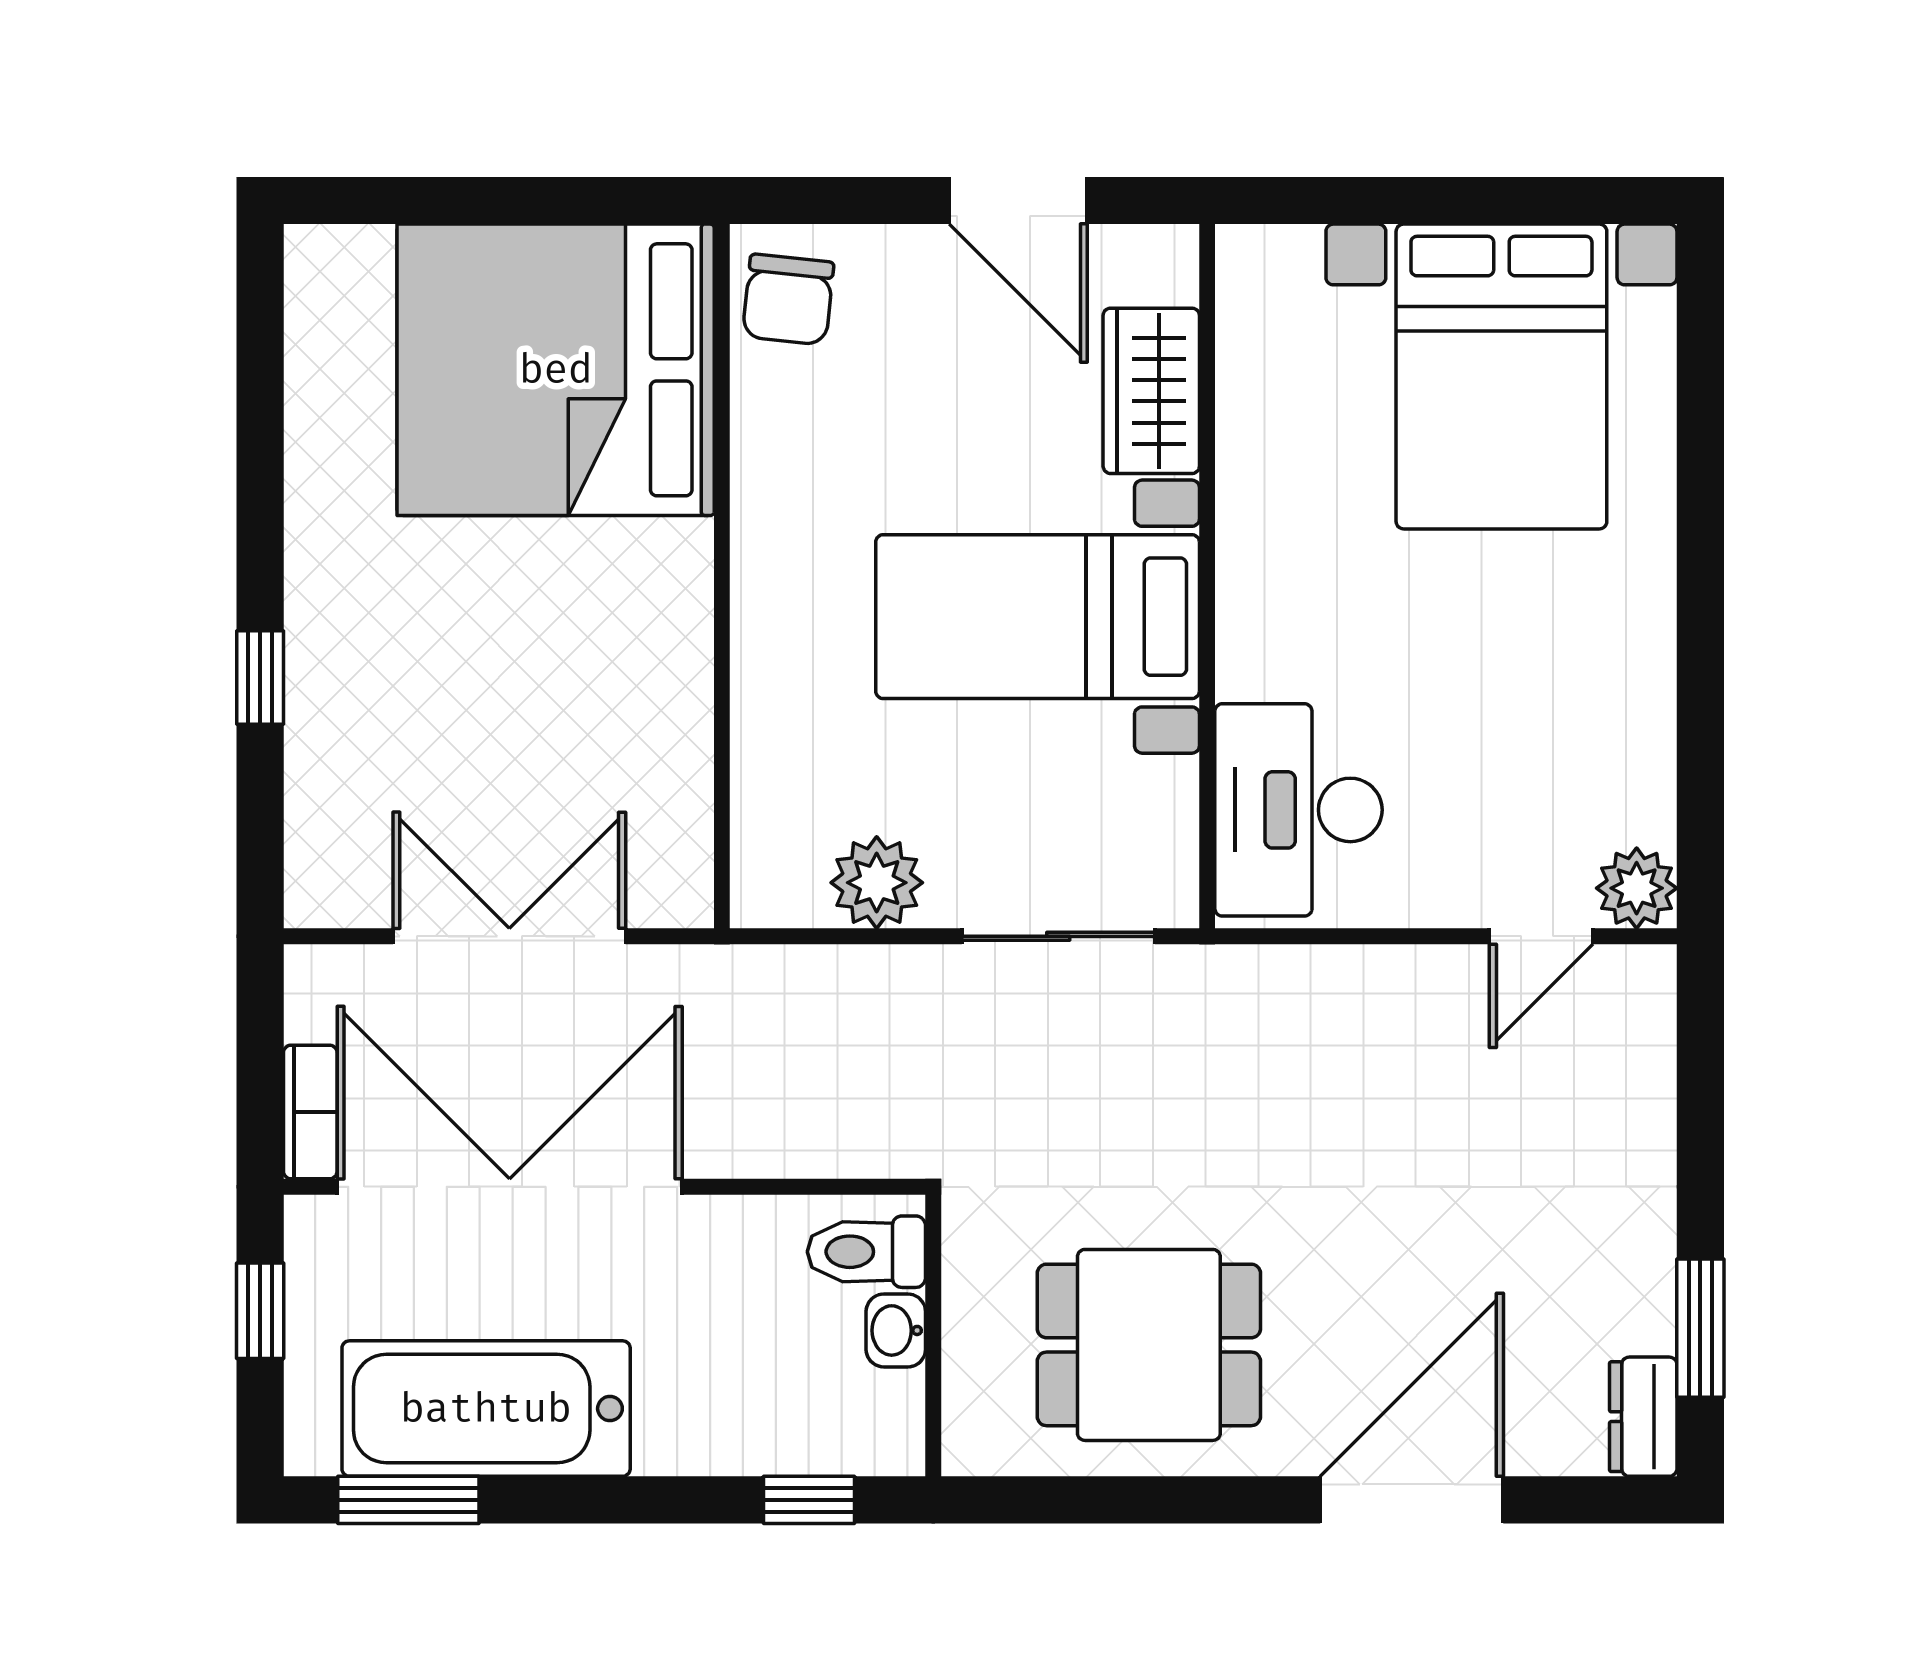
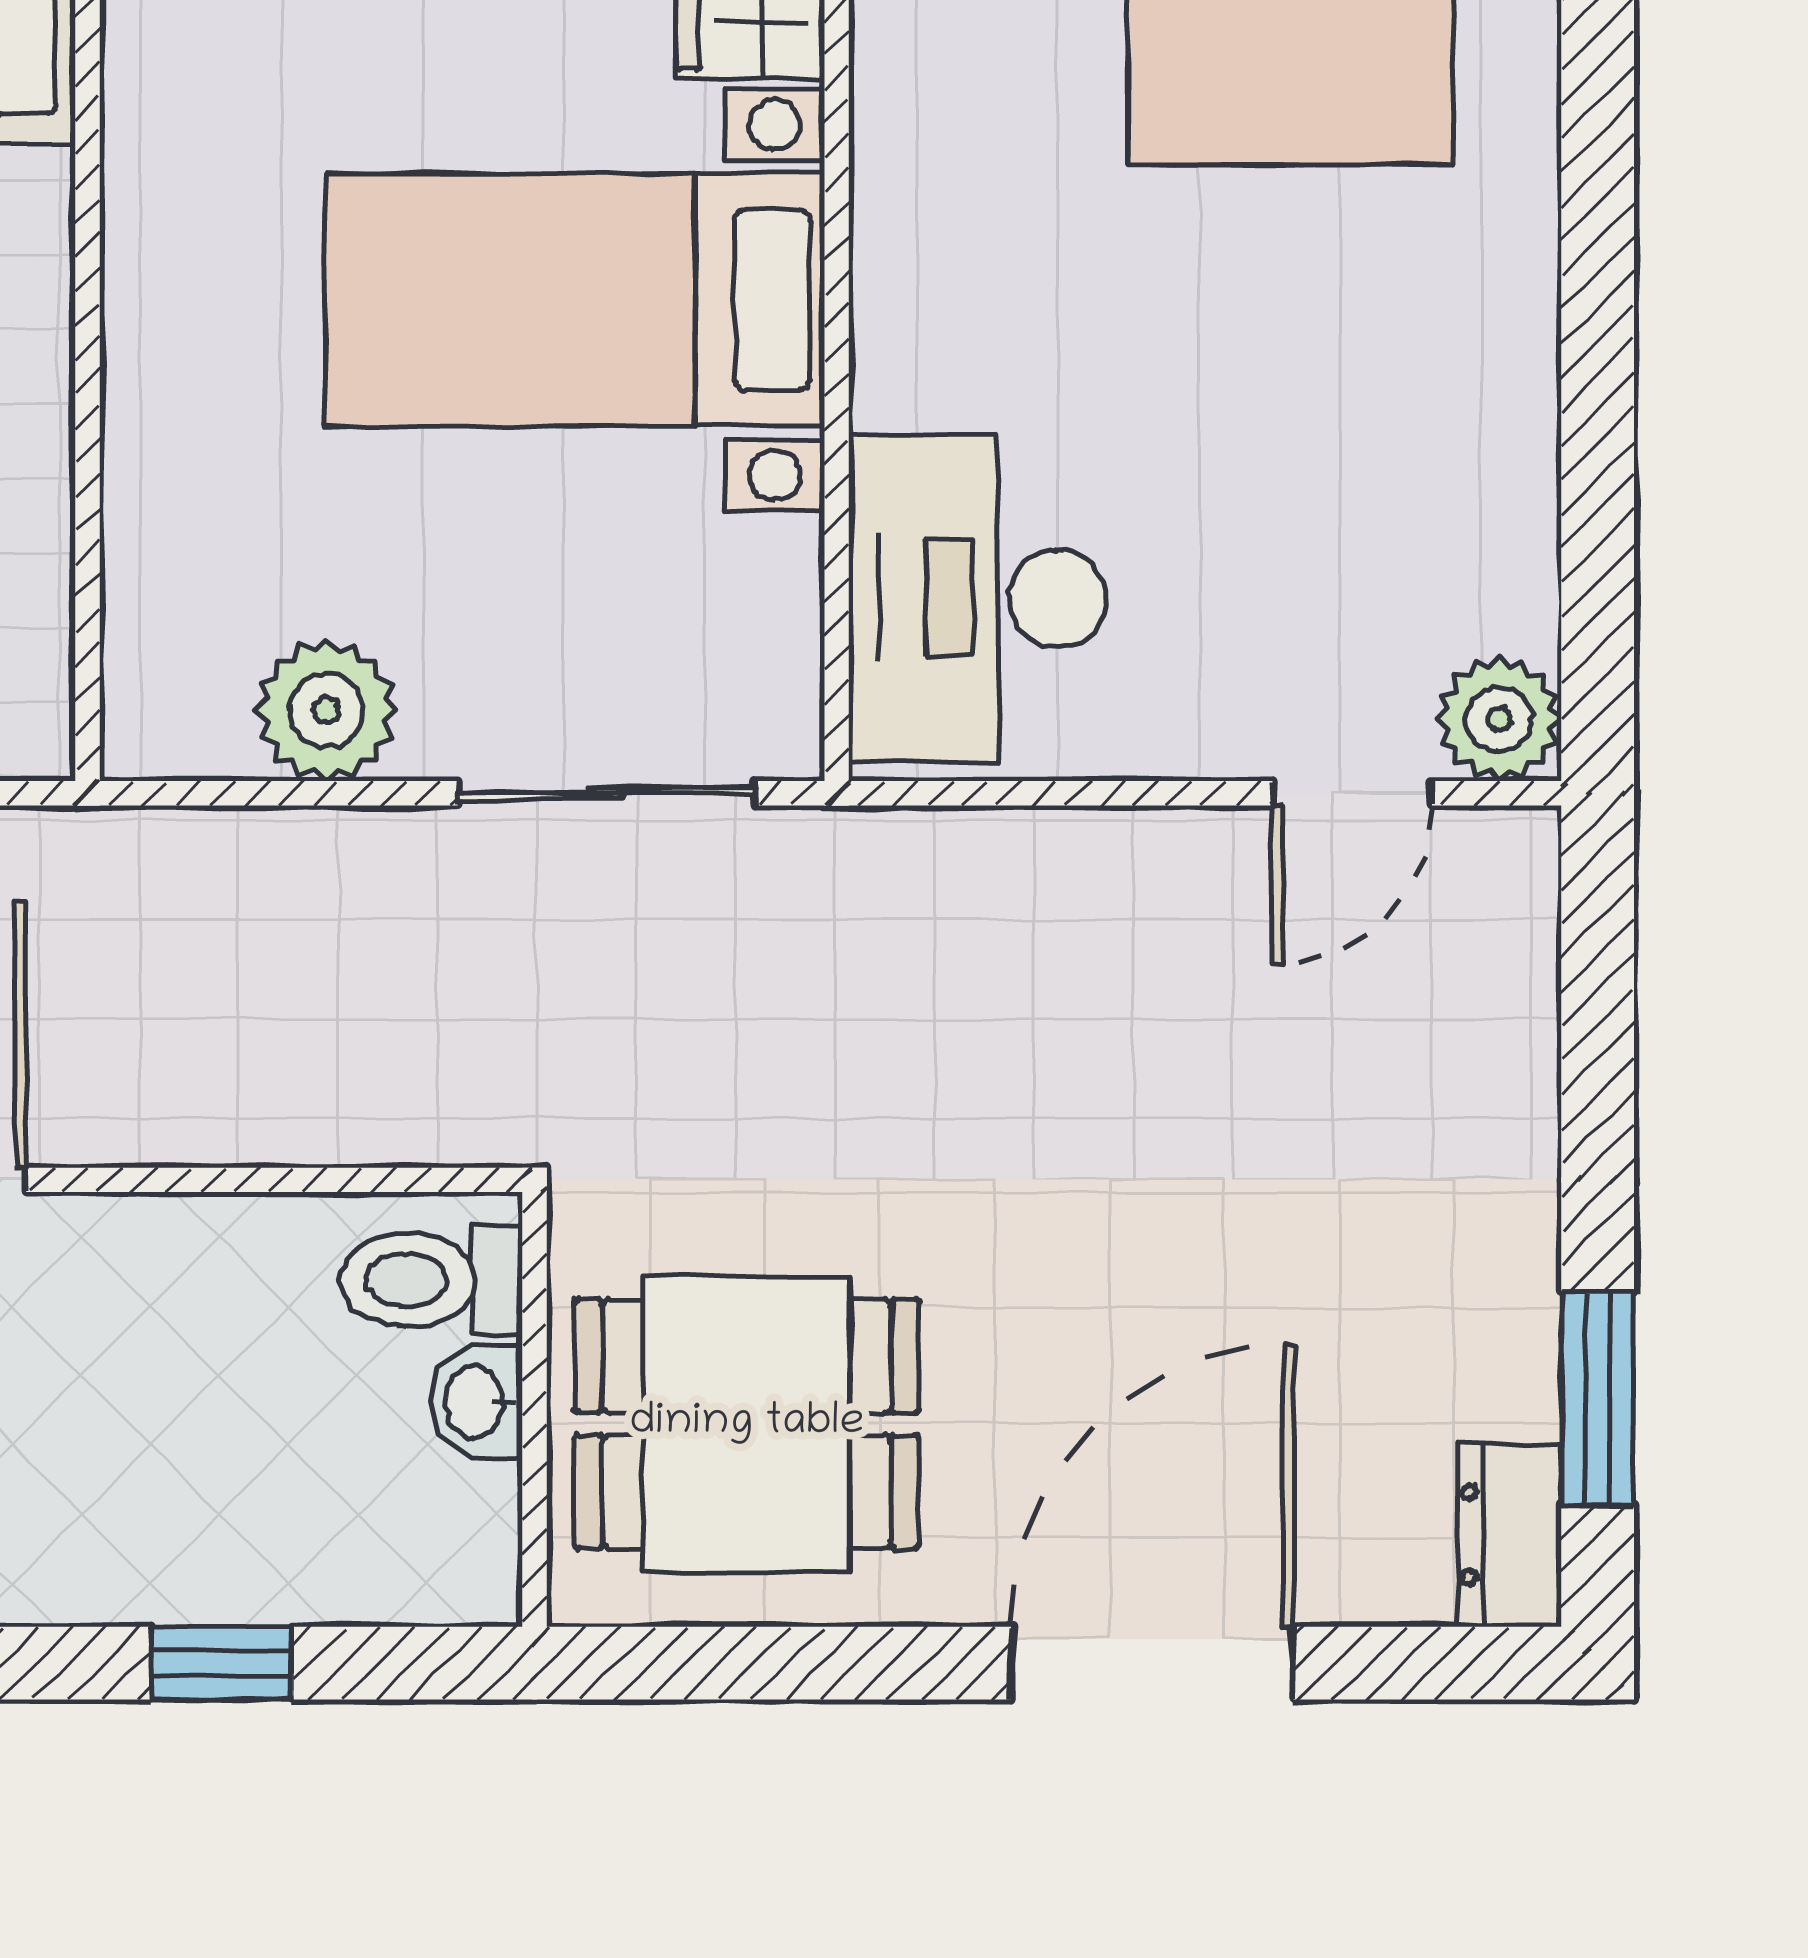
toilet: (866, 1252) -> (431, 1280), moved
washbasin: (896, 1330) -> (477, 1402), moved
wall: (933, 1335) -> (535, 1409), moved

